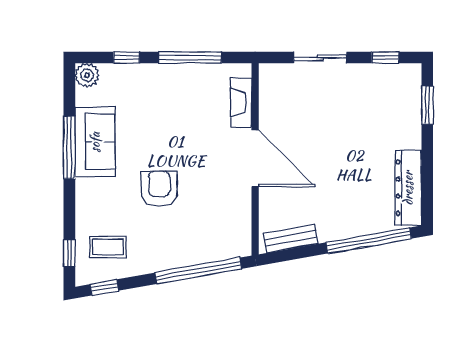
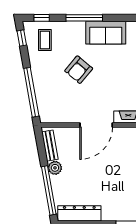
window: (69, 148) -> (84, 18), moved
armchair: (159, 189) -> (79, 70), turned 130
plant: (329, 230) -> (55, 168), added

